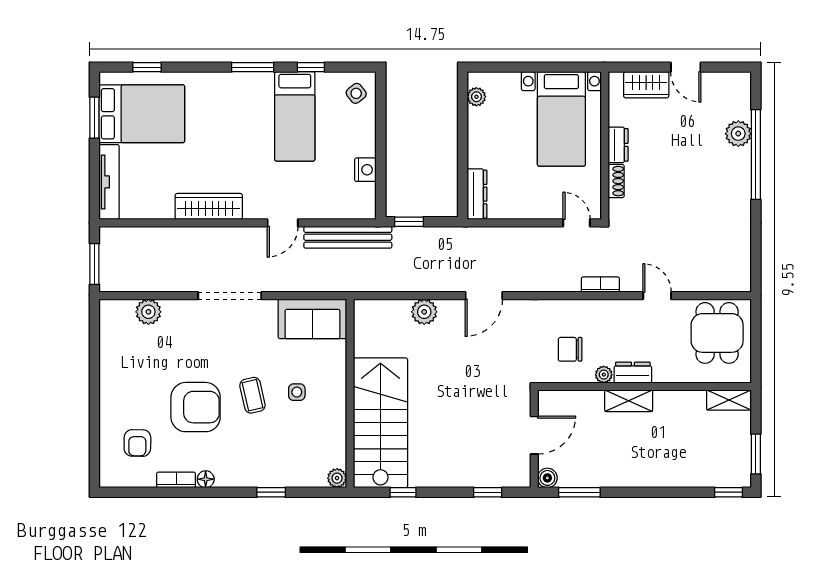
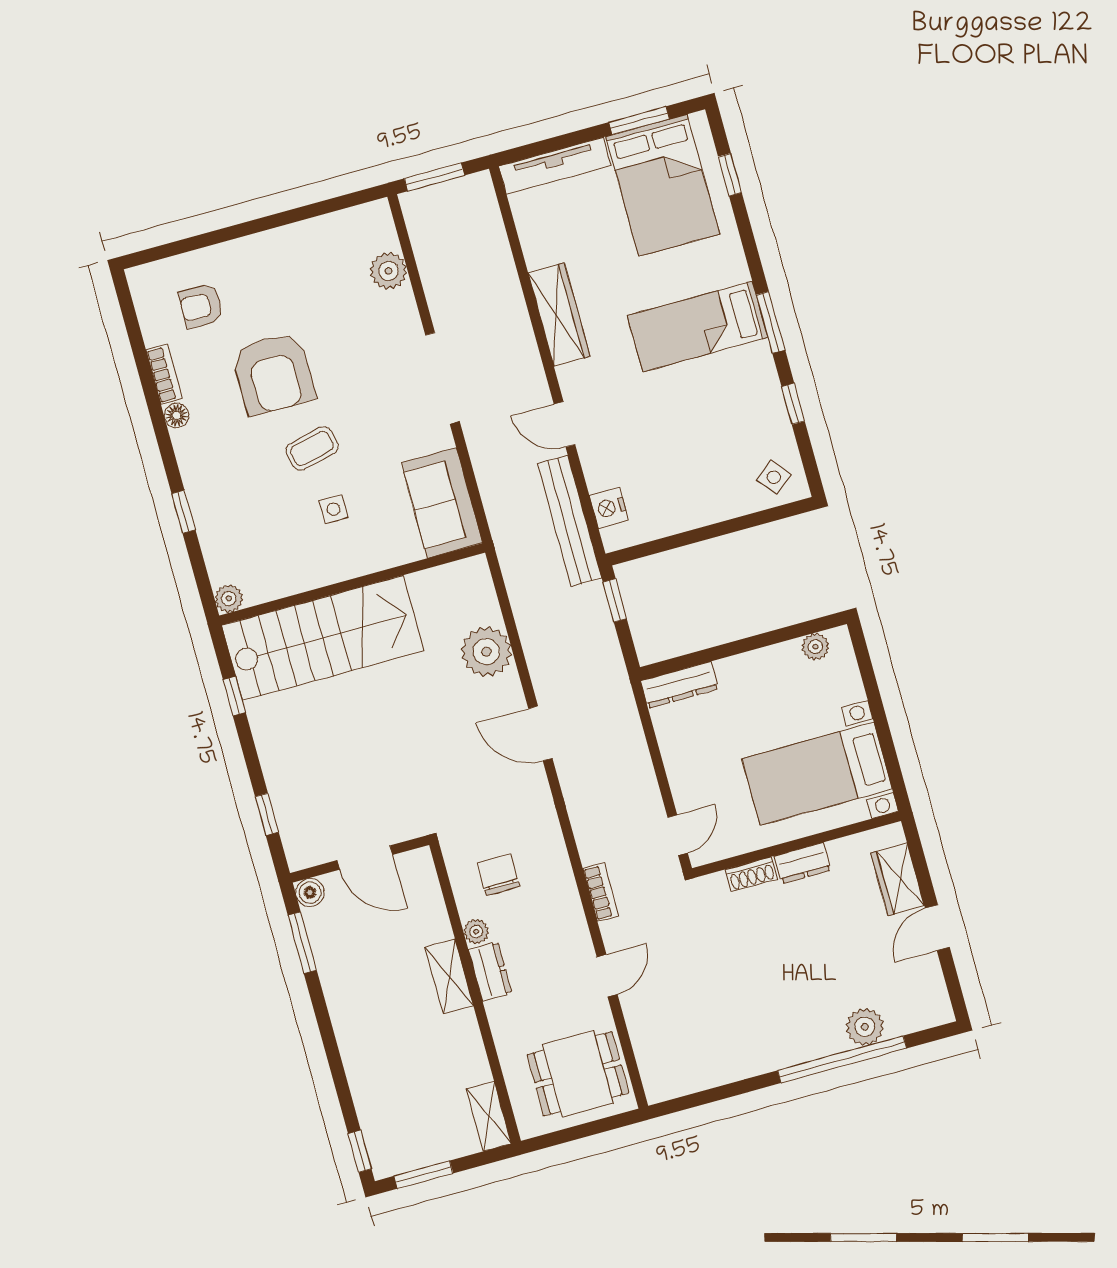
bed: (295, 116) -> (698, 327), moved
nightstand: (365, 170) -> (609, 508), moved, turned 90
plant: (424, 312) -> (486, 652), width x1.36, depth x1.36

